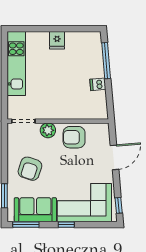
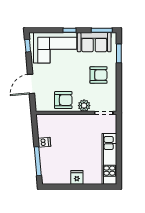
armchair: (30, 169) -> (99, 75), turned 72

